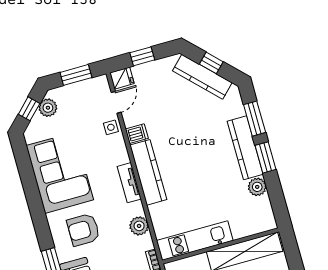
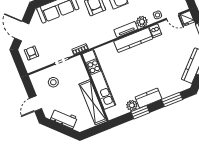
kitchen counter: (245, 148) -> (149, 98), width x0.67
window: (265, 157) -> (140, 112), moved
plant: (139, 226) -> (142, 22), moved
kitchen unit: (195, 241) -> (99, 79), width x1.36

